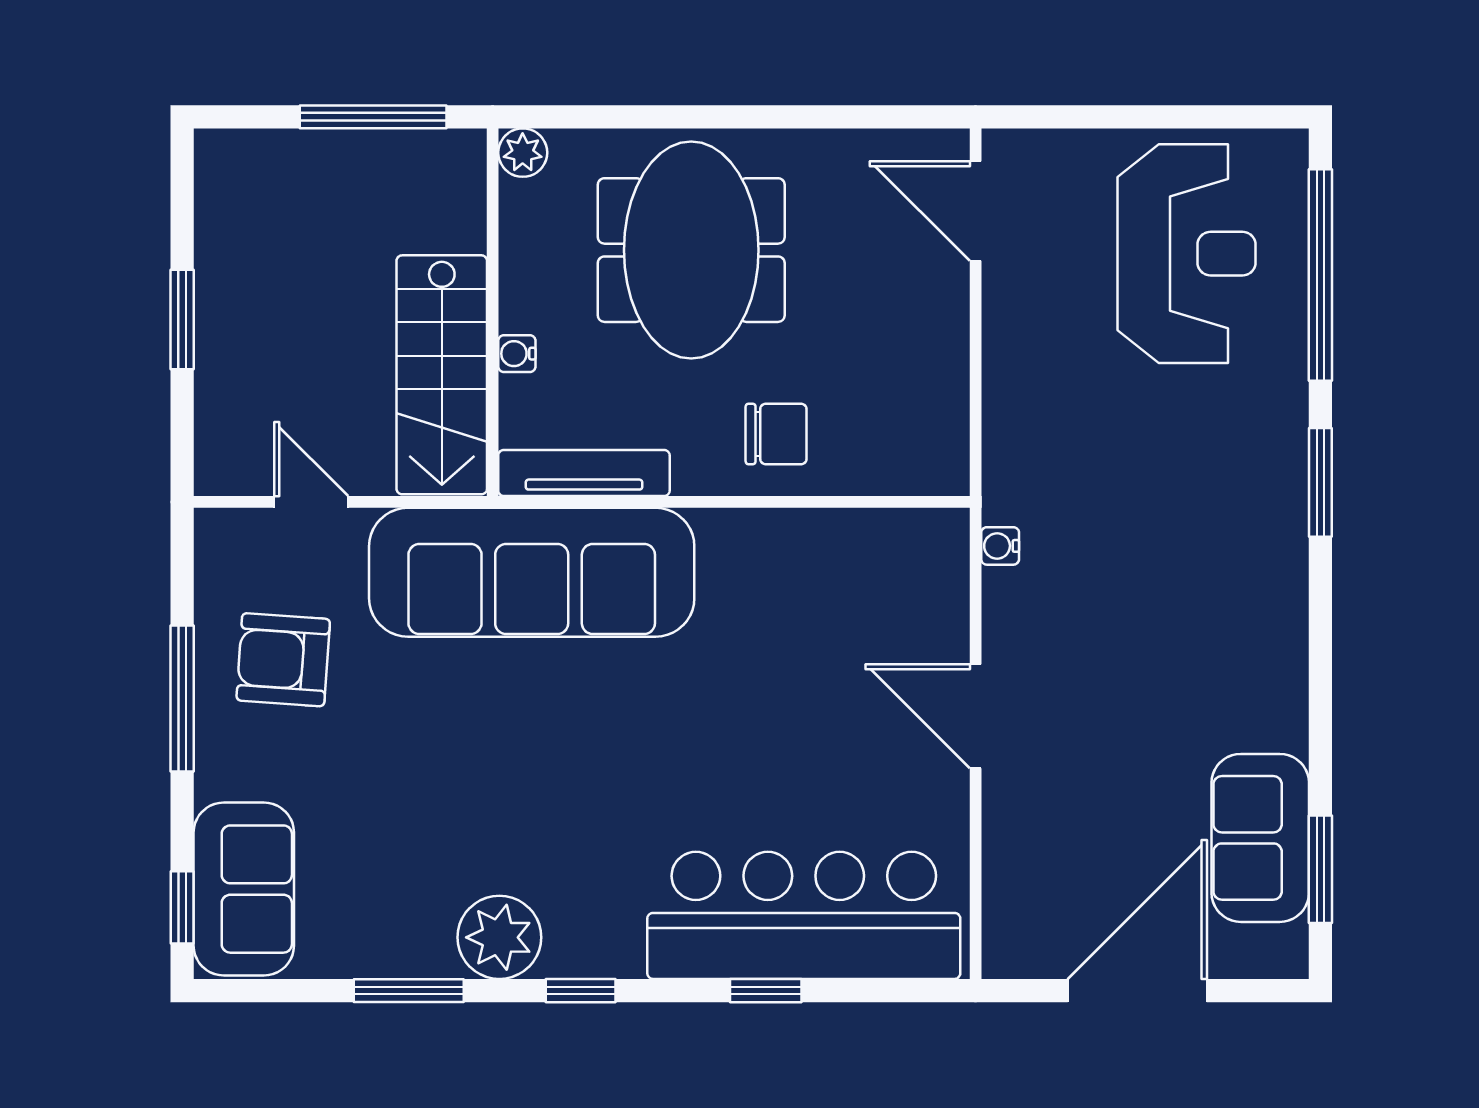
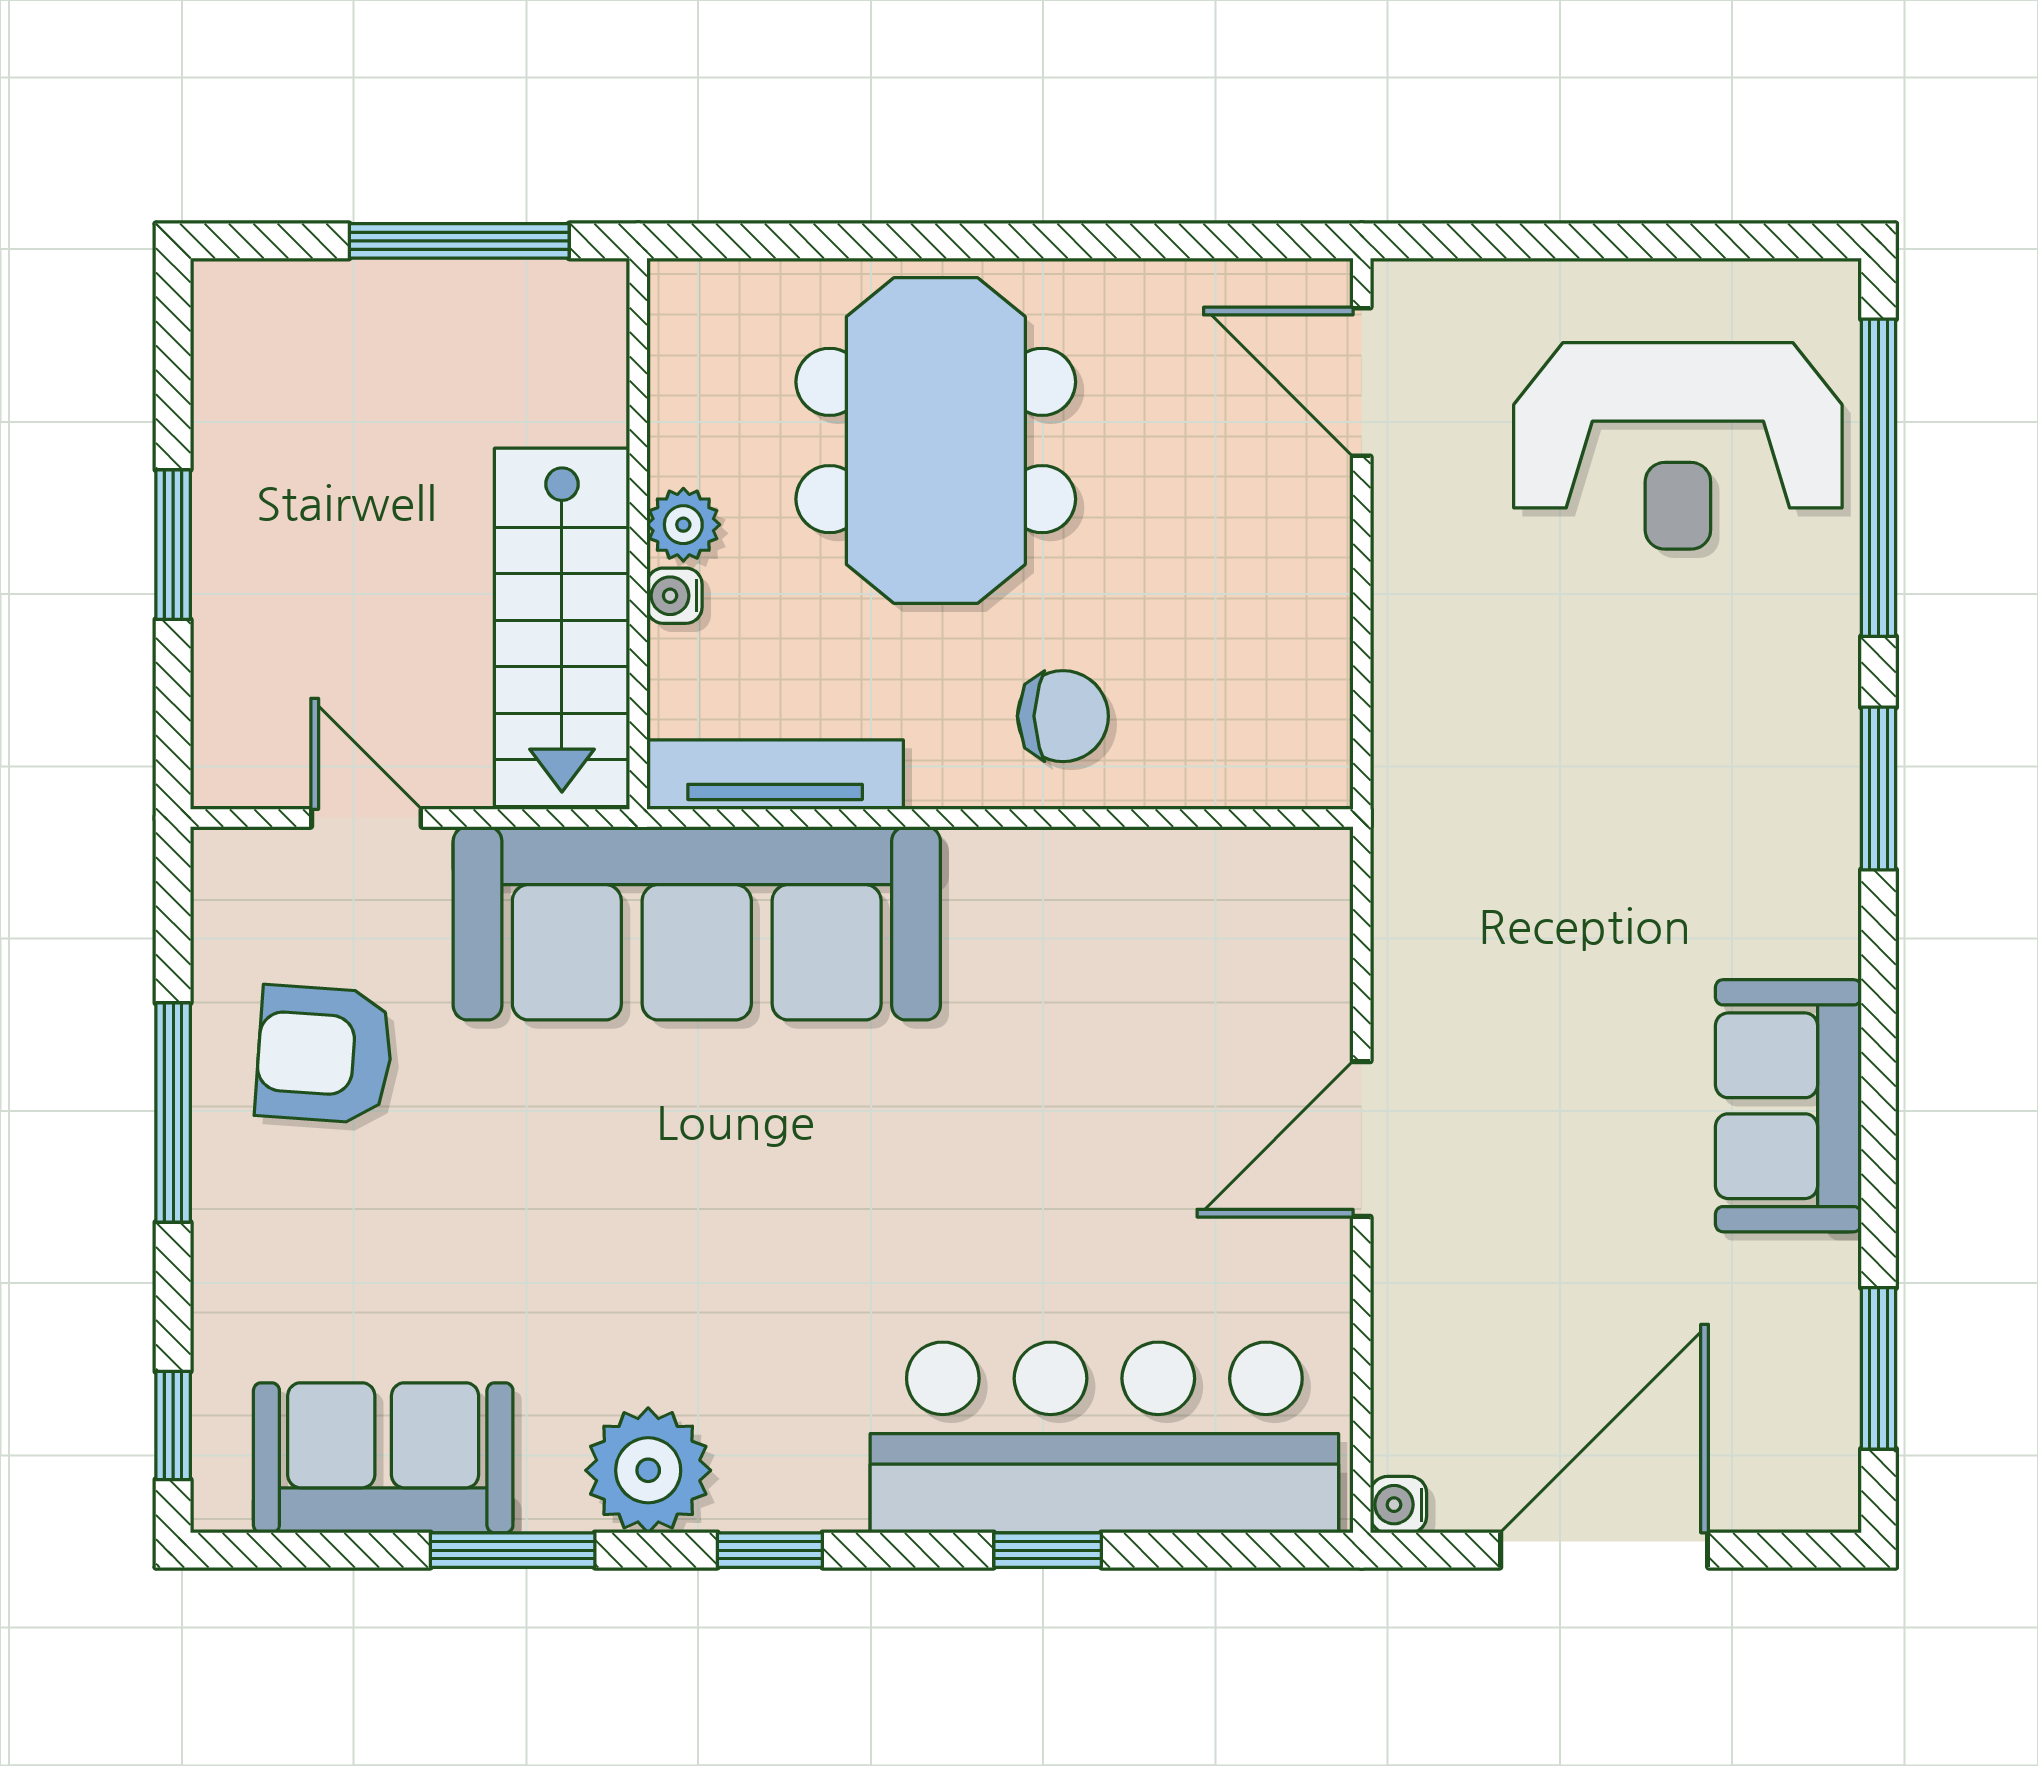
plant: (523, 153) -> (683, 525), moved
reception desk: (1187, 254) -> (1678, 446), turned 90
water cooler: (1000, 546) -> (1399, 1505), moved
door: (976, 716) -> (1362, 1139), hinge flipped
sofa: (1260, 838) -> (1788, 1106), moved
sofa: (244, 889) -> (383, 1458), moved, turned -90

